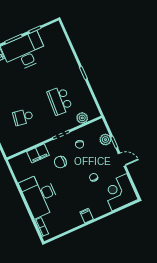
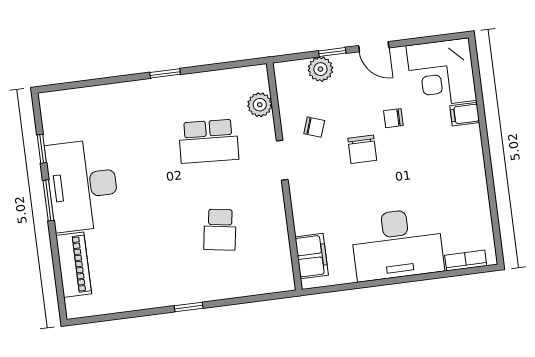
filing cabinet: (38, 153) -> (312, 256), moved
door: (122, 160) -> (374, 47), swing flipped
chair: (60, 162) -> (362, 149), moved
filing cabinet: (87, 216) -> (465, 114), moved

